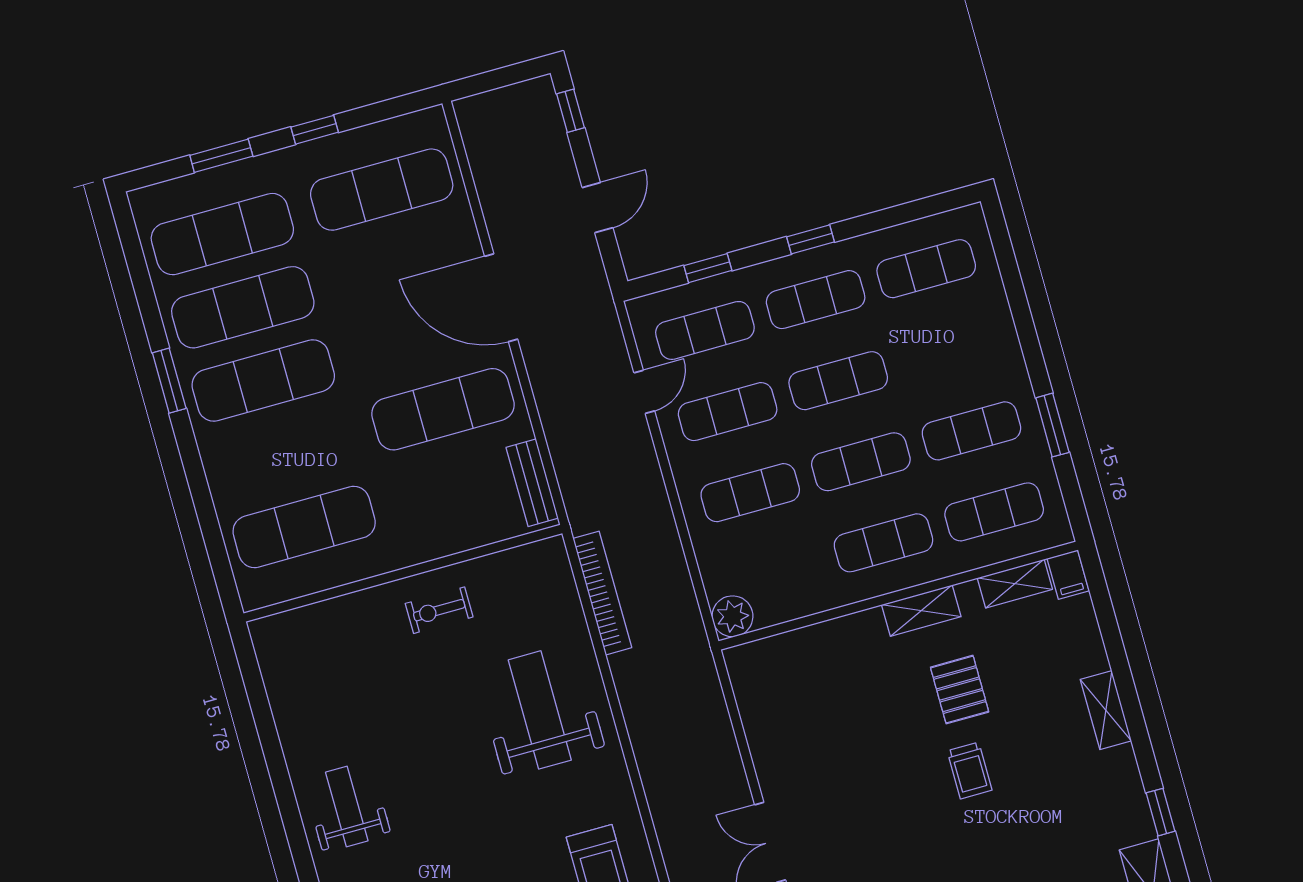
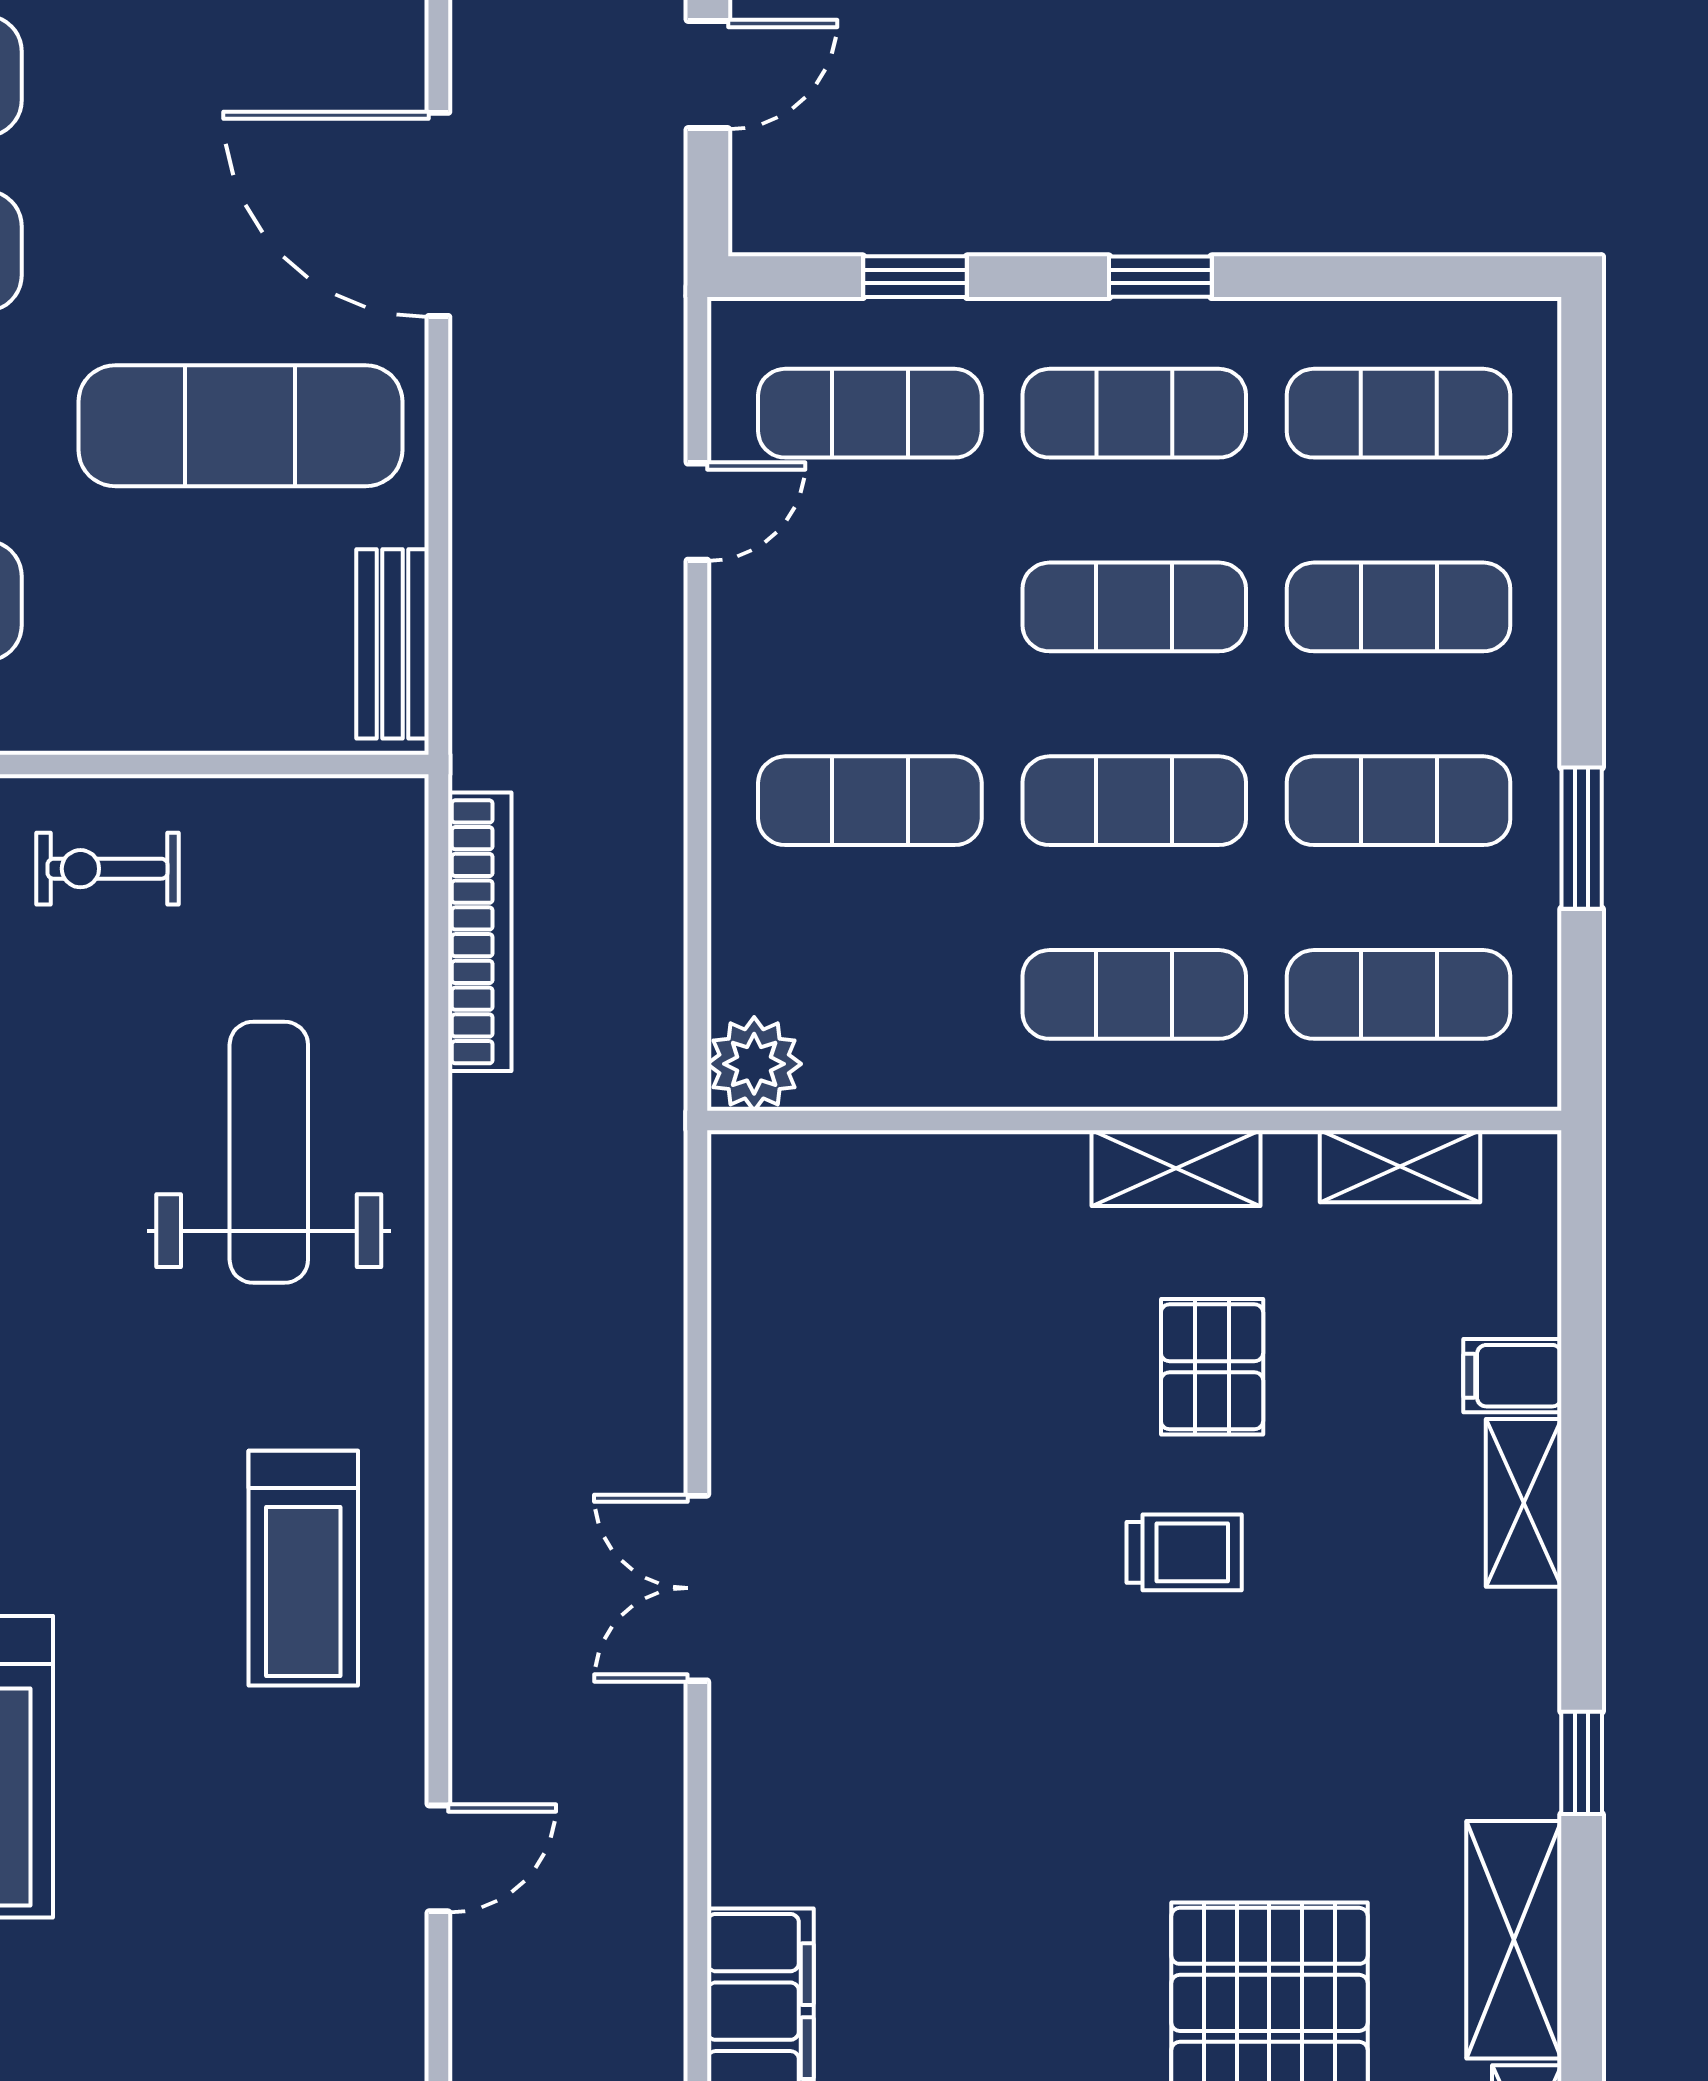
exercise mat: (728, 412) -> (1399, 607), moved
filing cabinet: (1068, 575) -> (1512, 1376), moved, turned 90
trolley: (970, 770) -> (1184, 1552), turned -90

